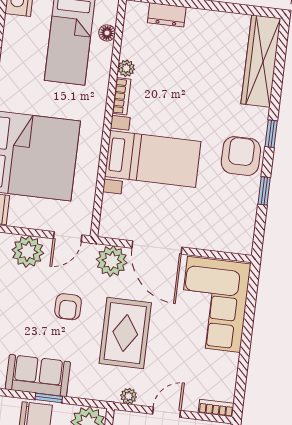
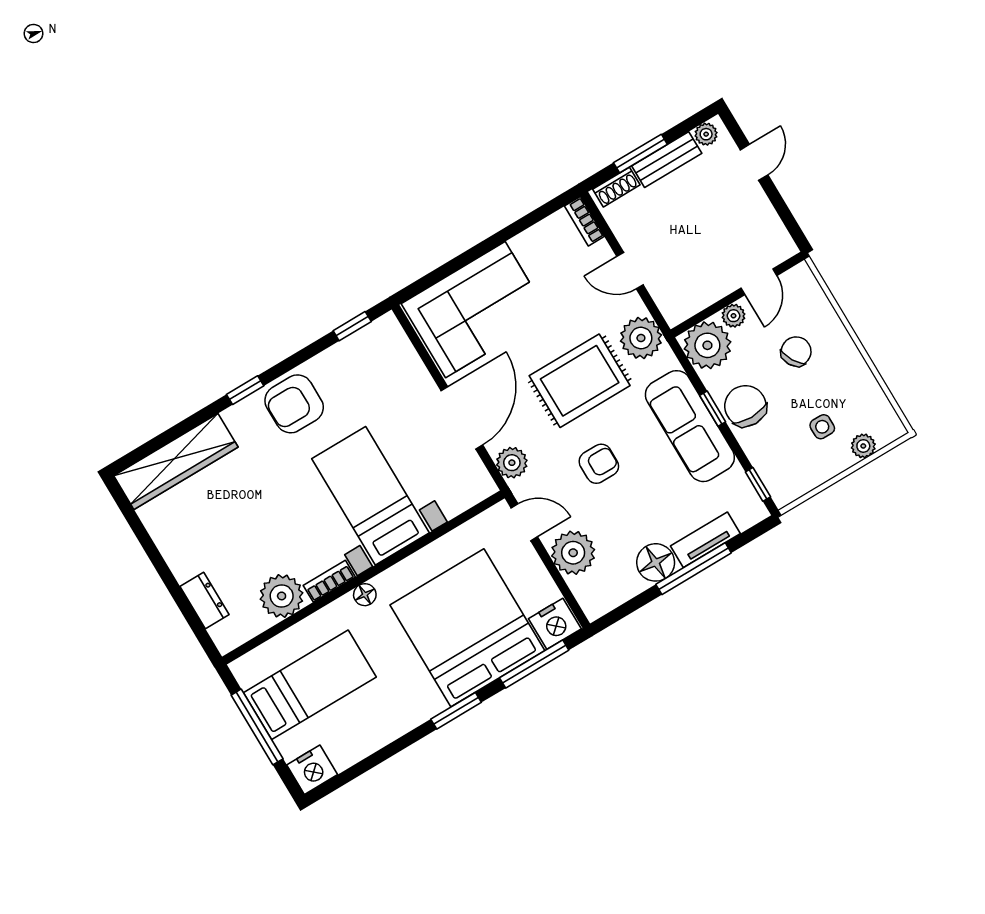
floor lamp: (107, 33) -> (365, 595), moved
plant: (126, 68) -> (282, 596), width x1.88, depth x1.88
window: (264, 191) -> (352, 326), moved
plant: (112, 261) -> (512, 463), width x0.73, depth x0.73
sofa: (38, 376) -> (690, 426), width x1.36
plant: (129, 396) -> (641, 338), width x1.88, depth x1.88

